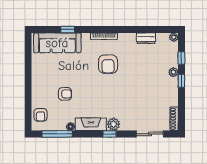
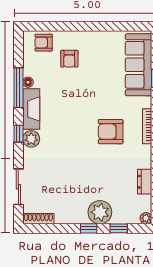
plant: (173, 72) -> (100, 212), width x1.87, depth x1.87
armchair: (65, 94) -> (69, 59), moved
window: (57, 134) -> (18, 88), moved

